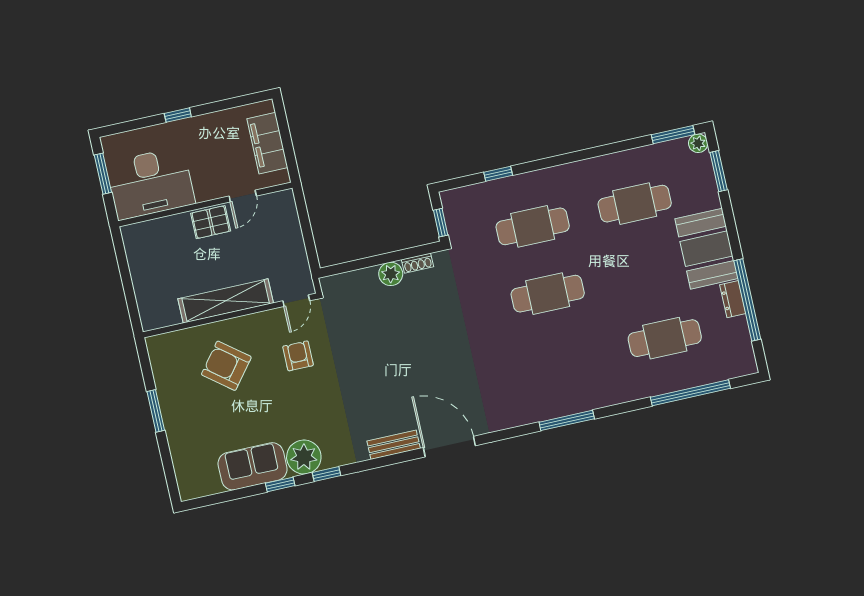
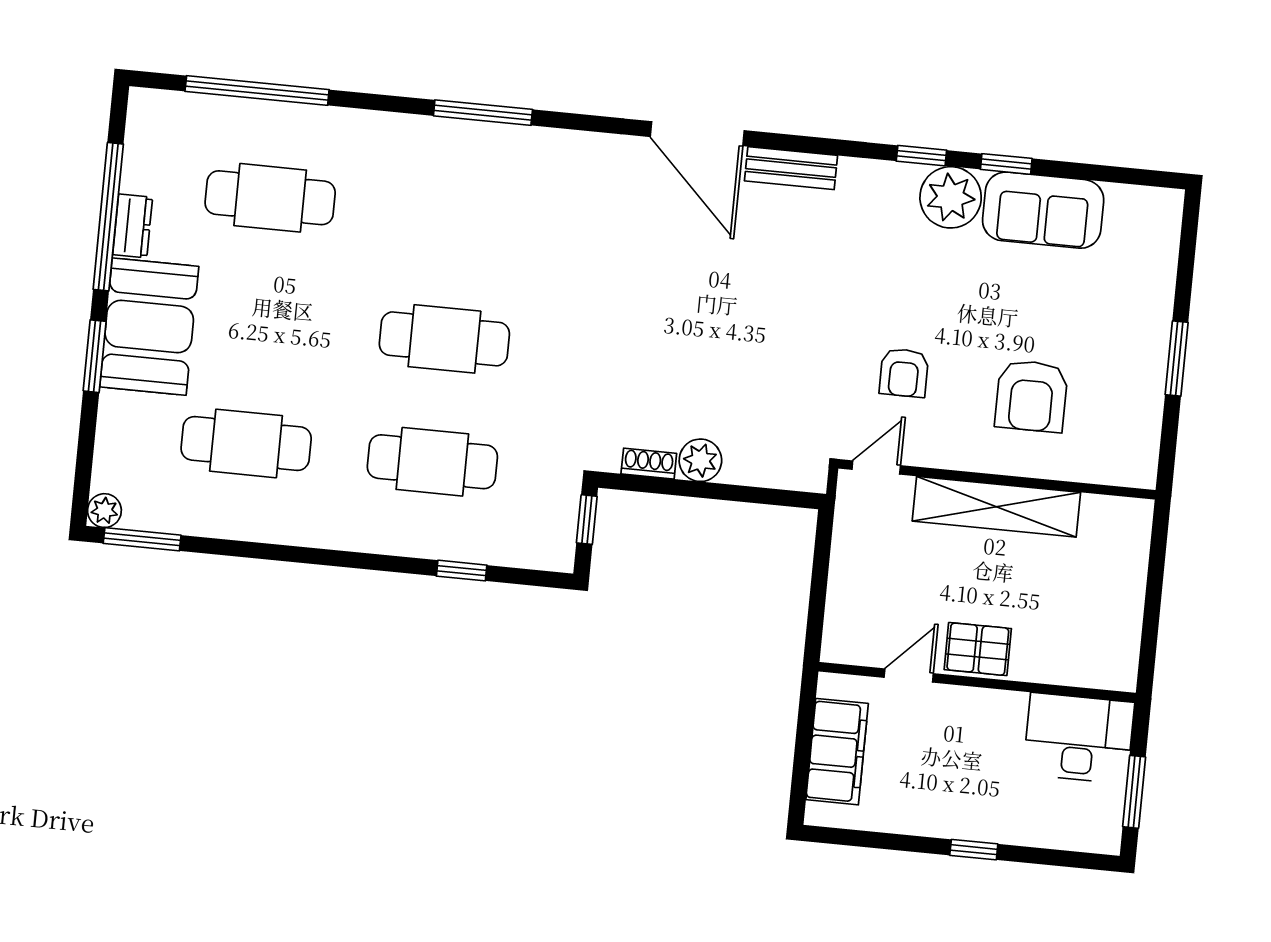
window: (719, 171) -> (95, 356), moved
desk: (150, 183) -> (1079, 738), width x0.73, depth x0.77
armchair: (226, 366) -> (1031, 396), turned 52

